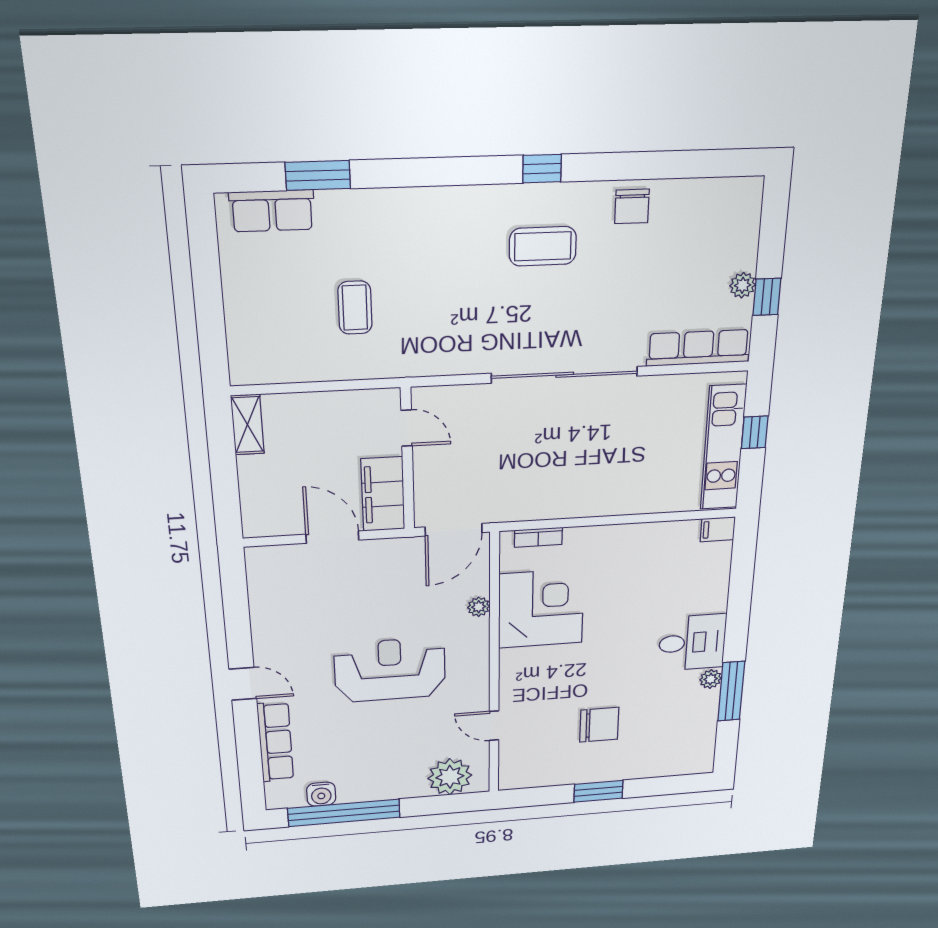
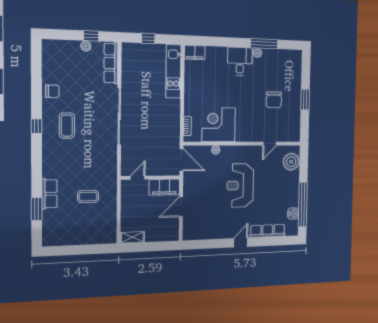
row of seats: (272, 211) -> (49, 194), moved
kitchen unit: (723, 448) -> (173, 71), moved, turned 90
filing cabinet: (718, 529) -> (195, 52), width x2.00
chair: (599, 725) -> (274, 100), turned 180

